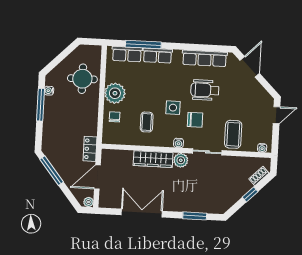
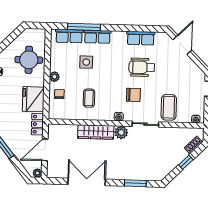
row of seats: (205, 58) -> (141, 38), width x0.68
plant: (115, 93) -> (54, 77), width x0.53, depth x0.53
side table: (173, 108) -> (86, 62), moved
fridge: (86, 122) -> (33, 99), added

